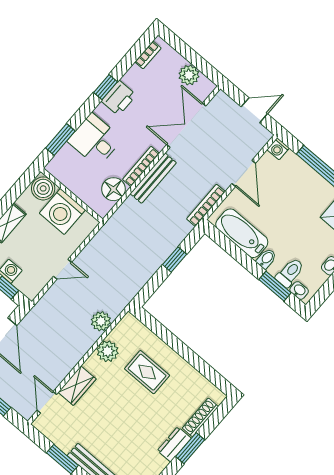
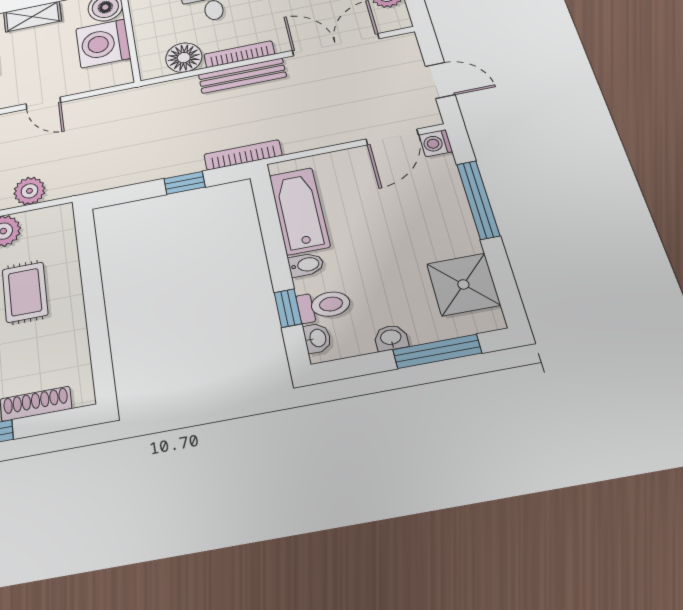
door: (244, 173) -> (392, 137), moved
bookcase: (206, 205) -> (243, 155), moved
window: (275, 286) -> (288, 308), width x0.67

